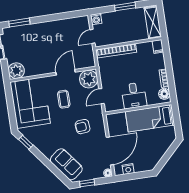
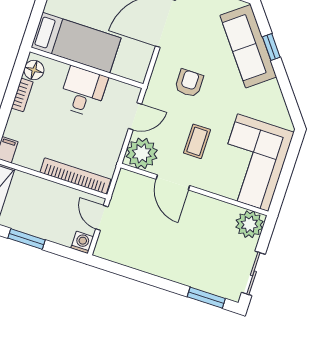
door: (92, 36) -> (102, 218), swing flipped
door: (66, 72) -> (173, 182), hinge flipped
armchair: (83, 127) -> (189, 83), turned -85
window: (26, 142) -> (271, 47), moved
sofa: (66, 164) -> (248, 46), width x1.36

